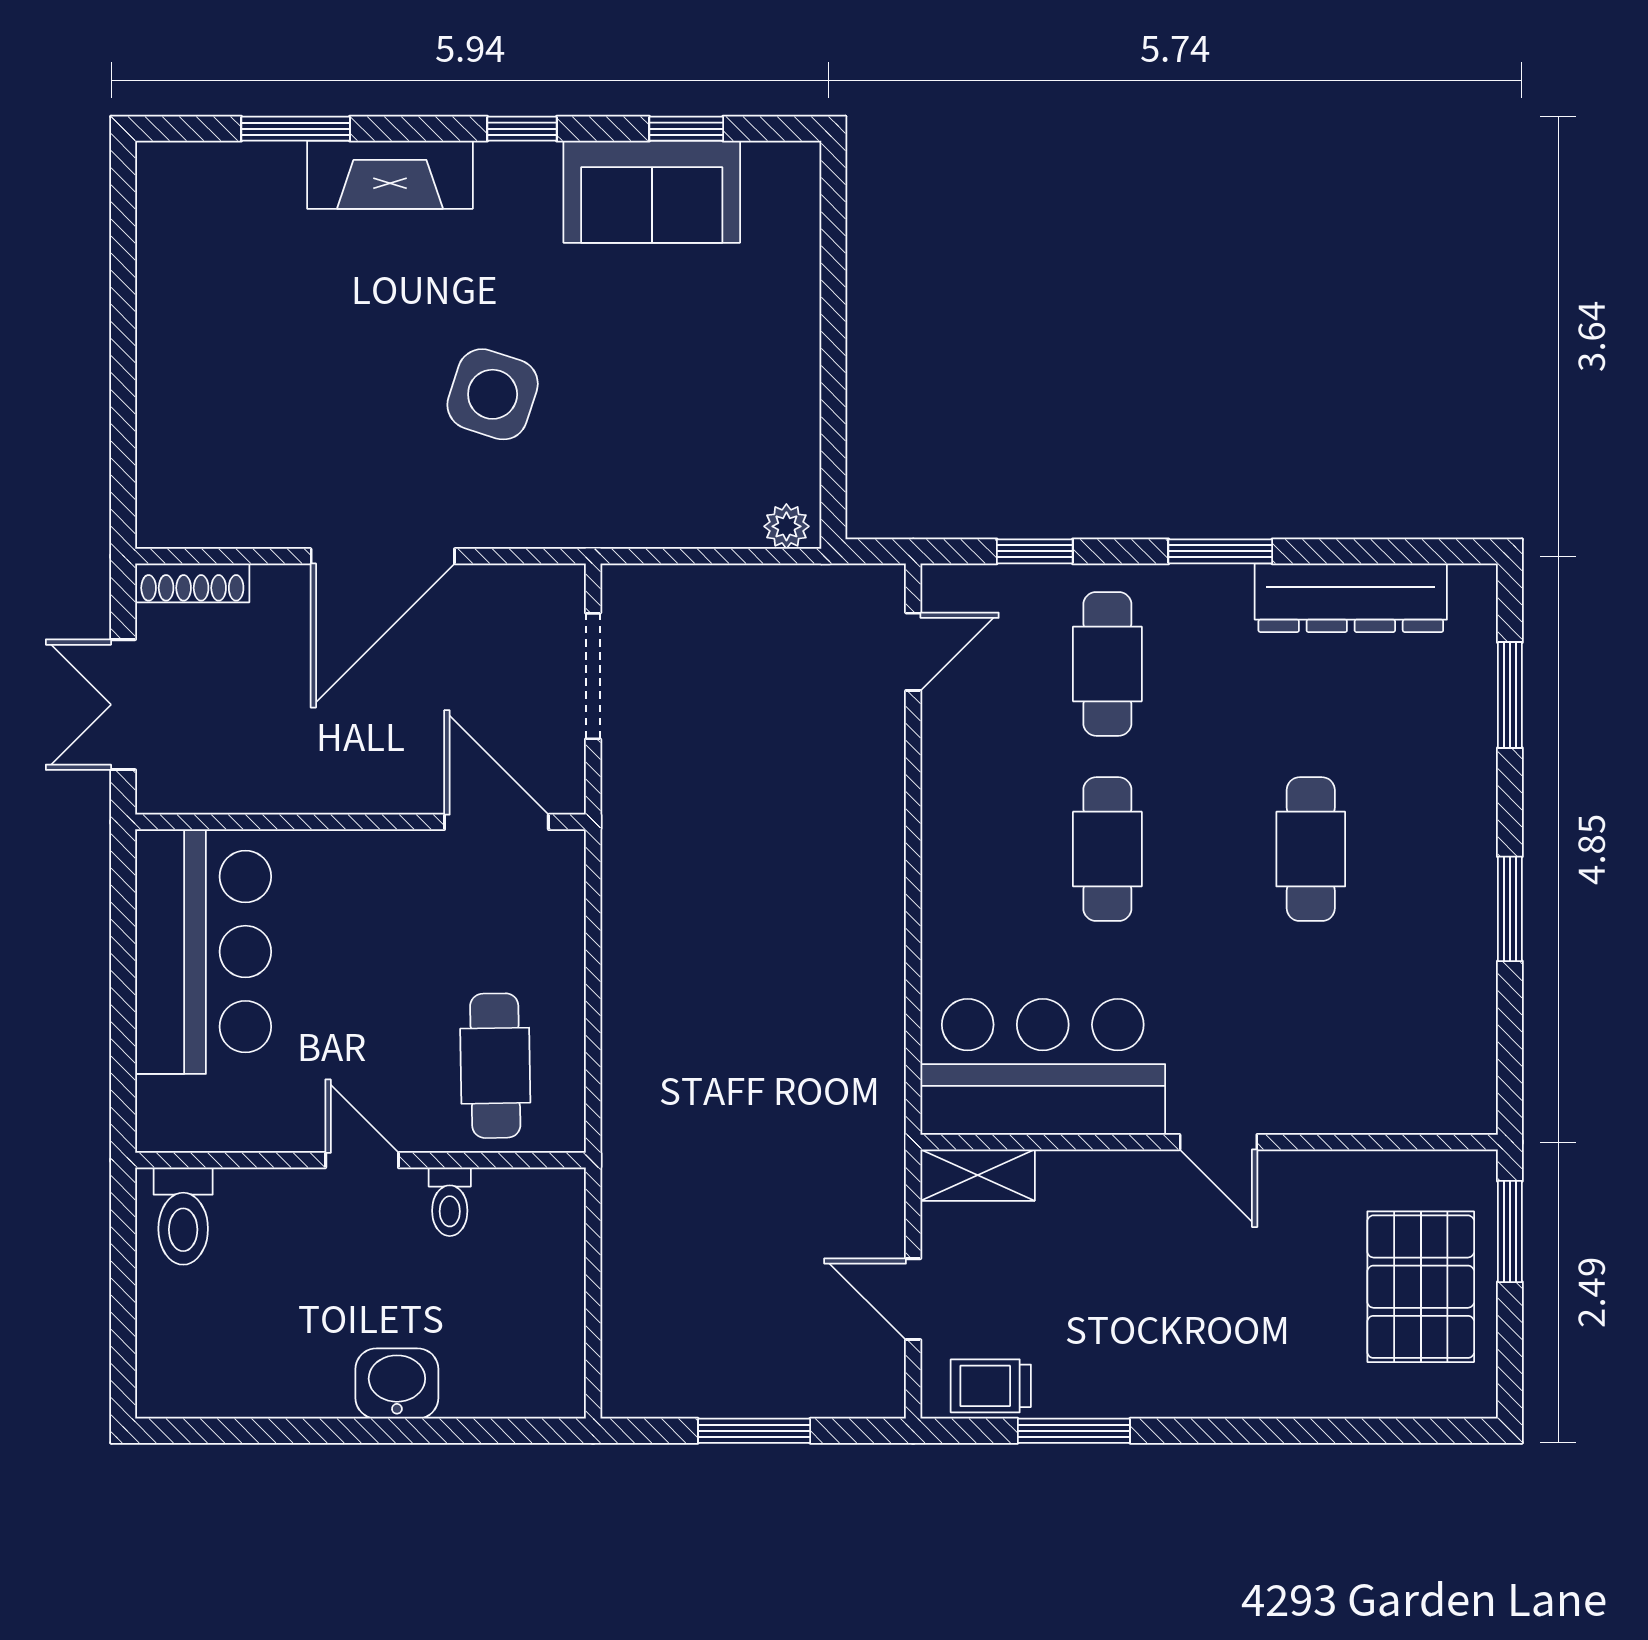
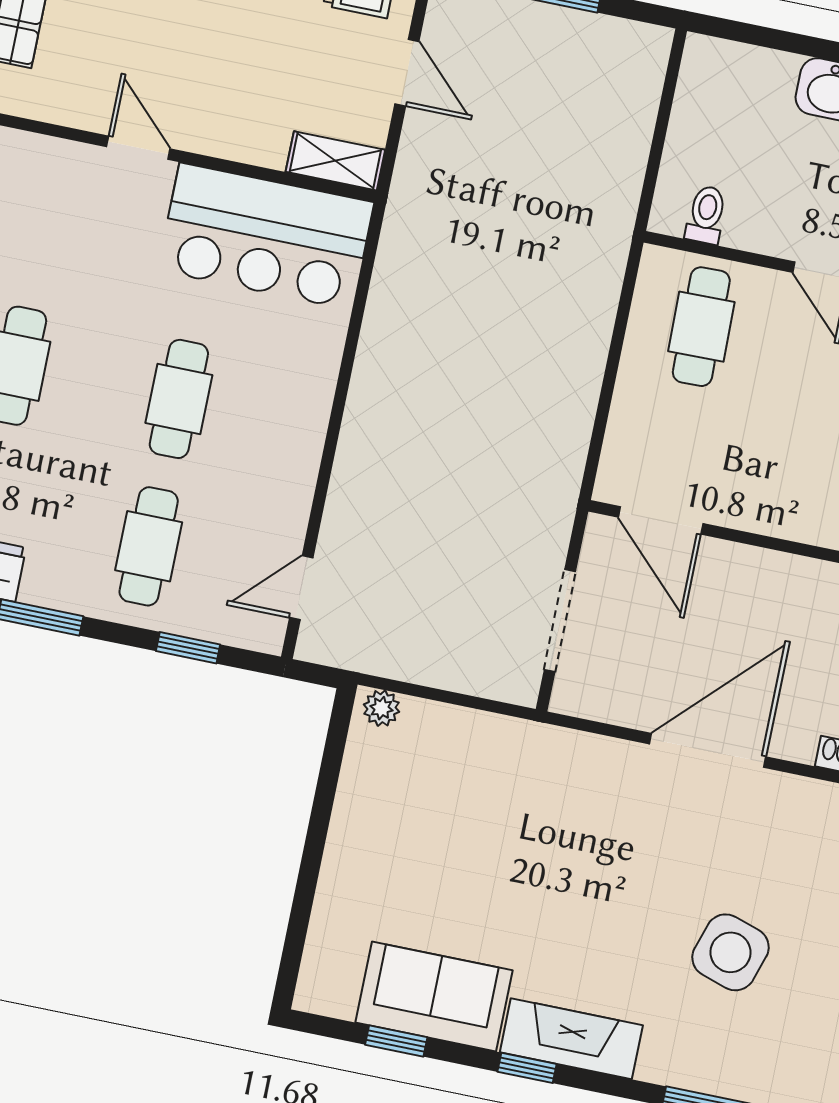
fireplace: (390, 175) -> (571, 1039), moved
side table: (493, 394) -> (731, 952), moved
toilet: (450, 1202) -> (706, 215), moved

